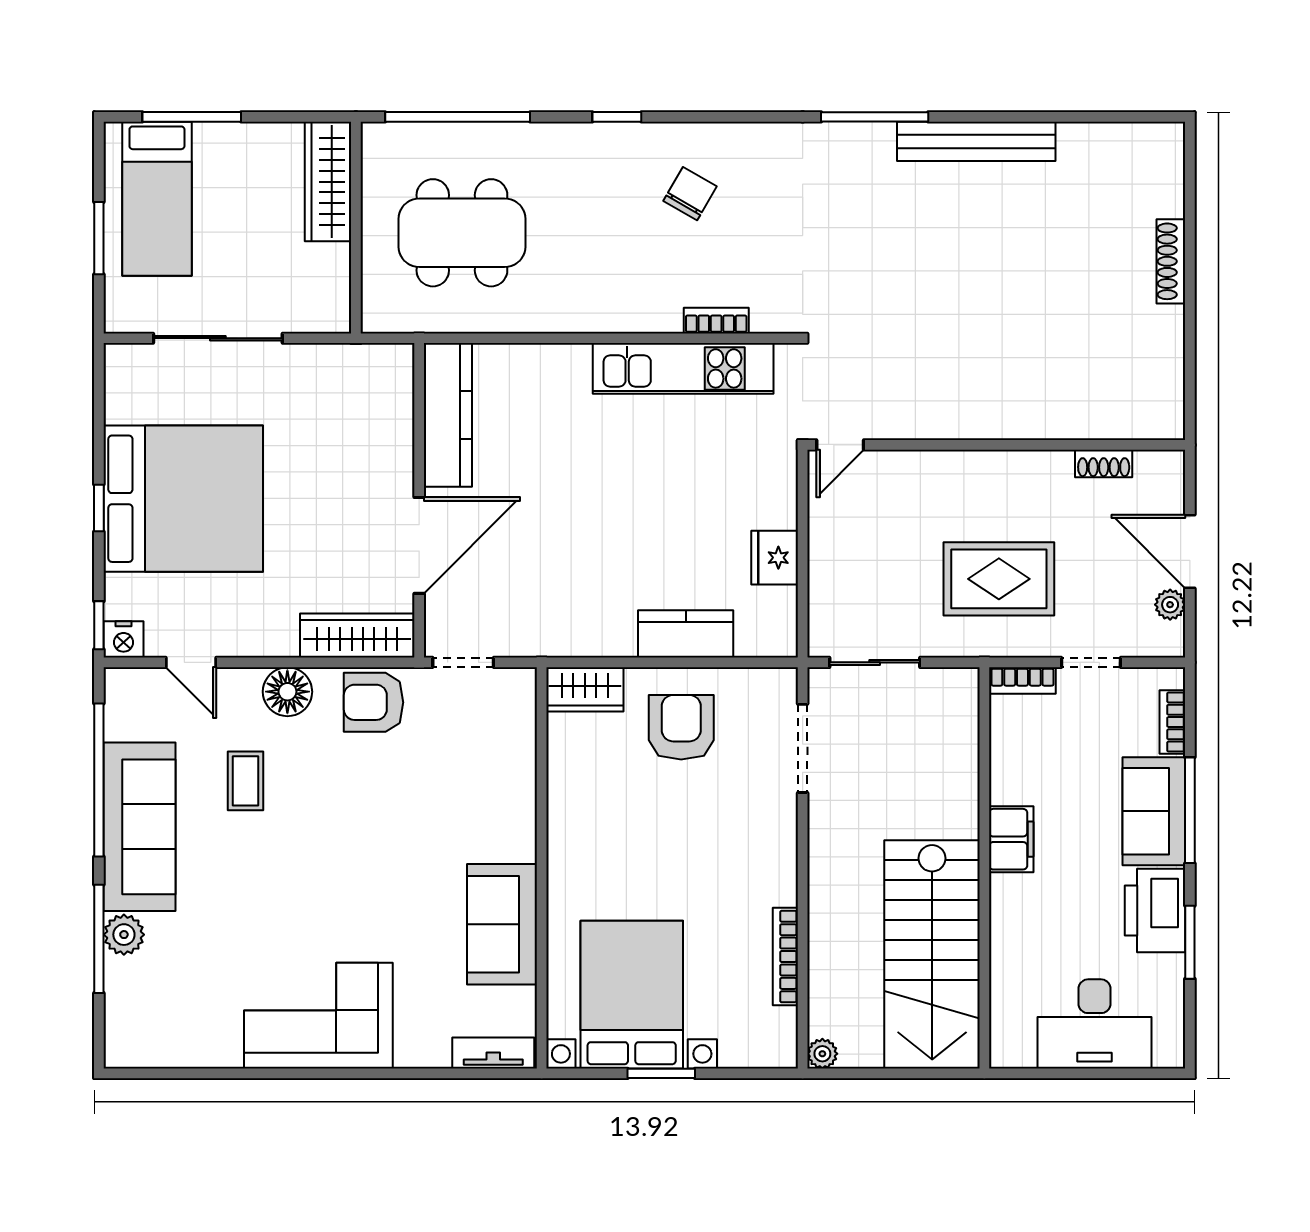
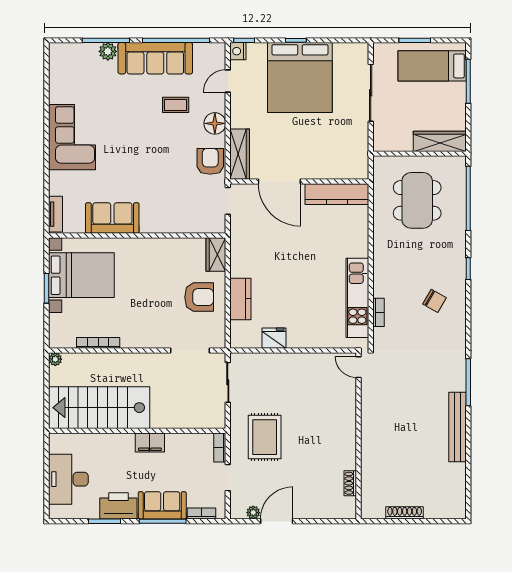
door: (840, 445) -> (358, 367), moved
wall: (996, 445) -> (358, 436), moved
shoe rack: (1104, 464) -> (350, 483), moved

